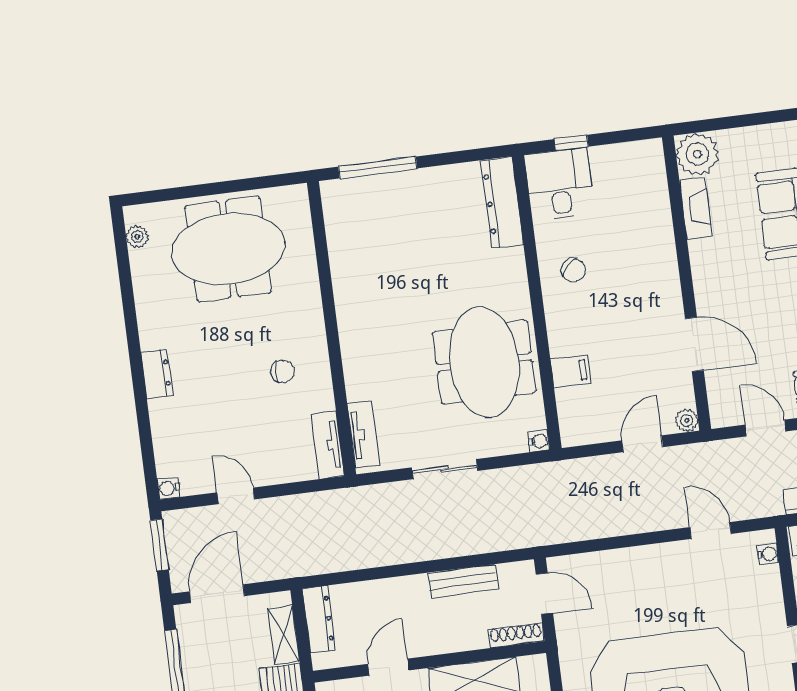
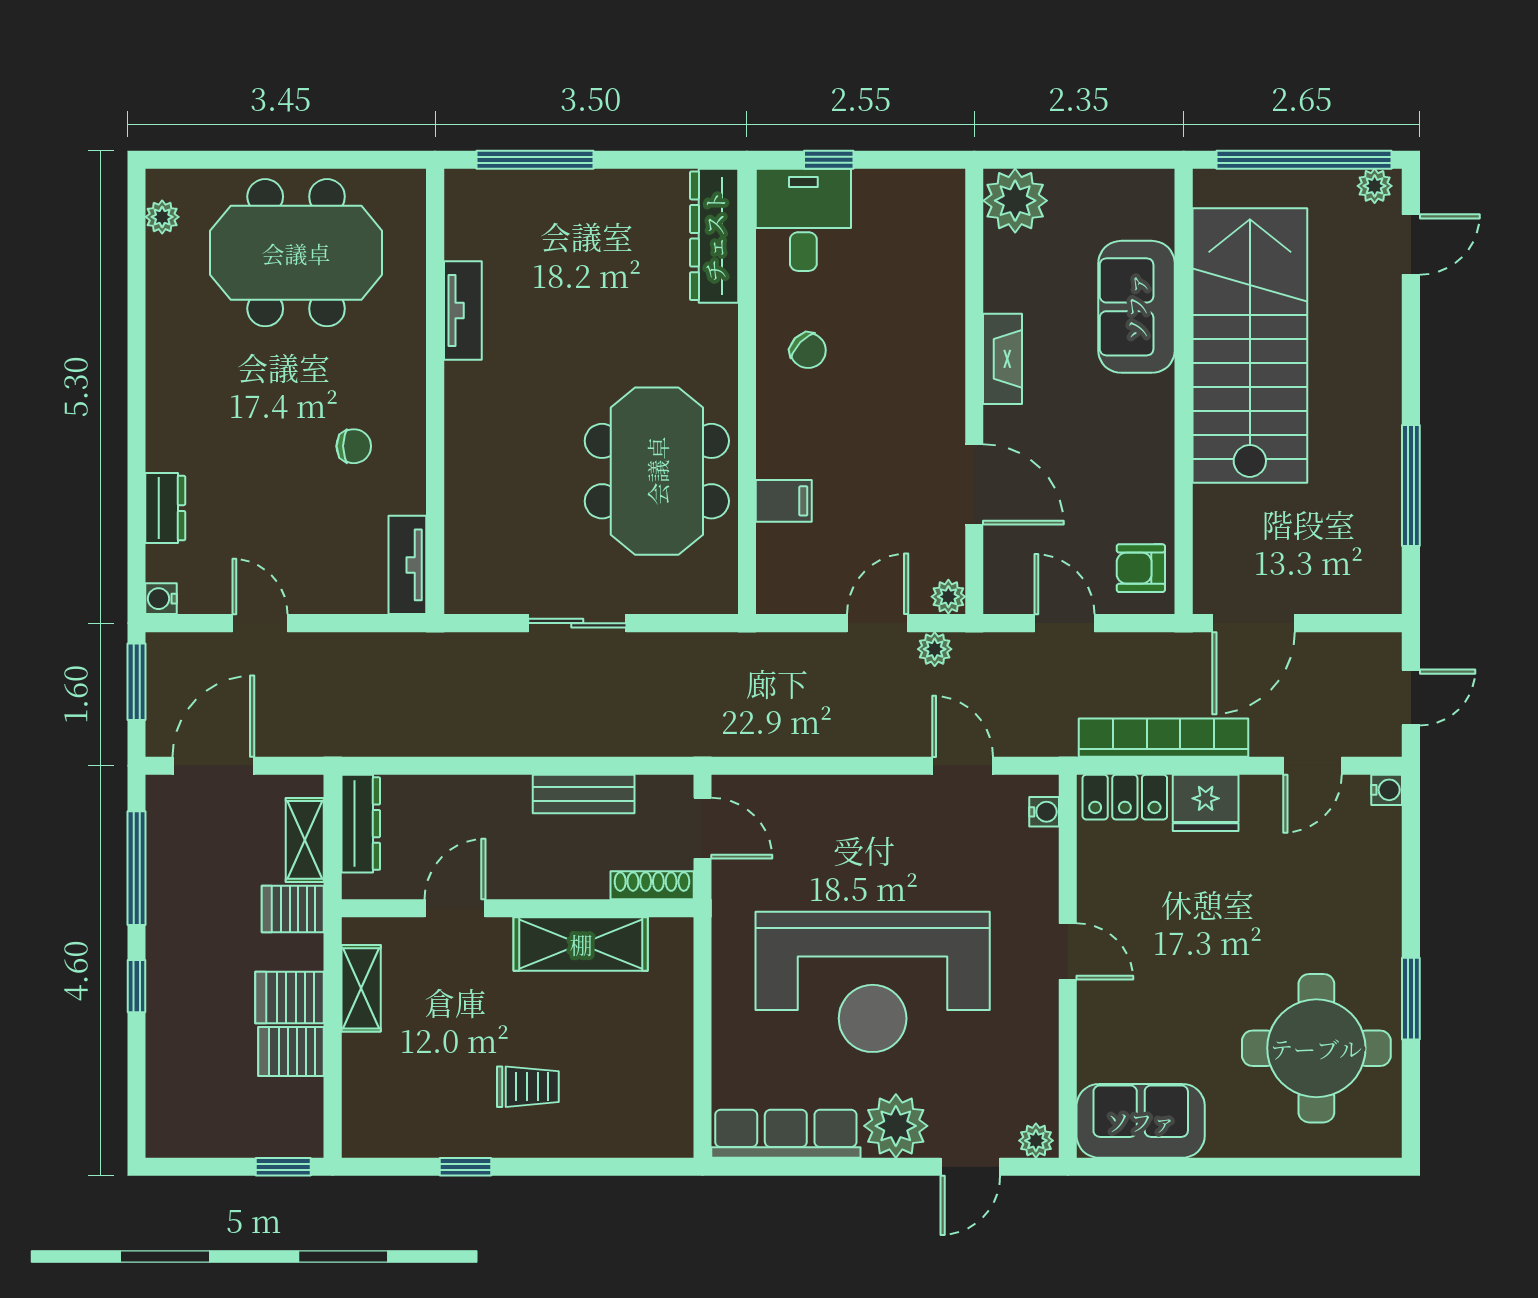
fireplace: (696, 208) -> (1003, 359), moved
dresser: (157, 374) -> (165, 508), moved
tv unit: (364, 434) -> (463, 311), moved
water cooler: (539, 441) -> (723, 599), removed
plant: (682, 456) -> (935, 649), added

